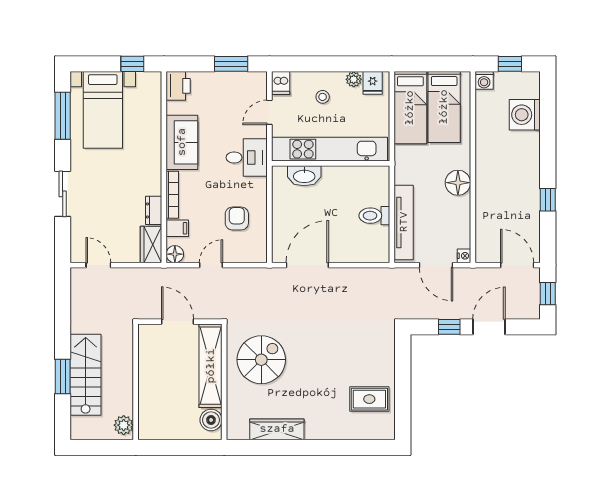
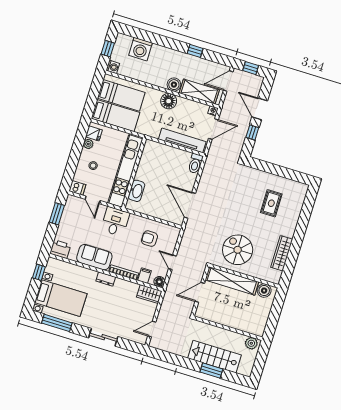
boiler: (486, 183) -> (174, 85), added
dresser: (154, 210) -> (106, 279), moved
toilet: (374, 216) -> (195, 163), moved
shelving: (487, 226) -> (199, 92), added
rug: (369, 399) -> (271, 203), moved

